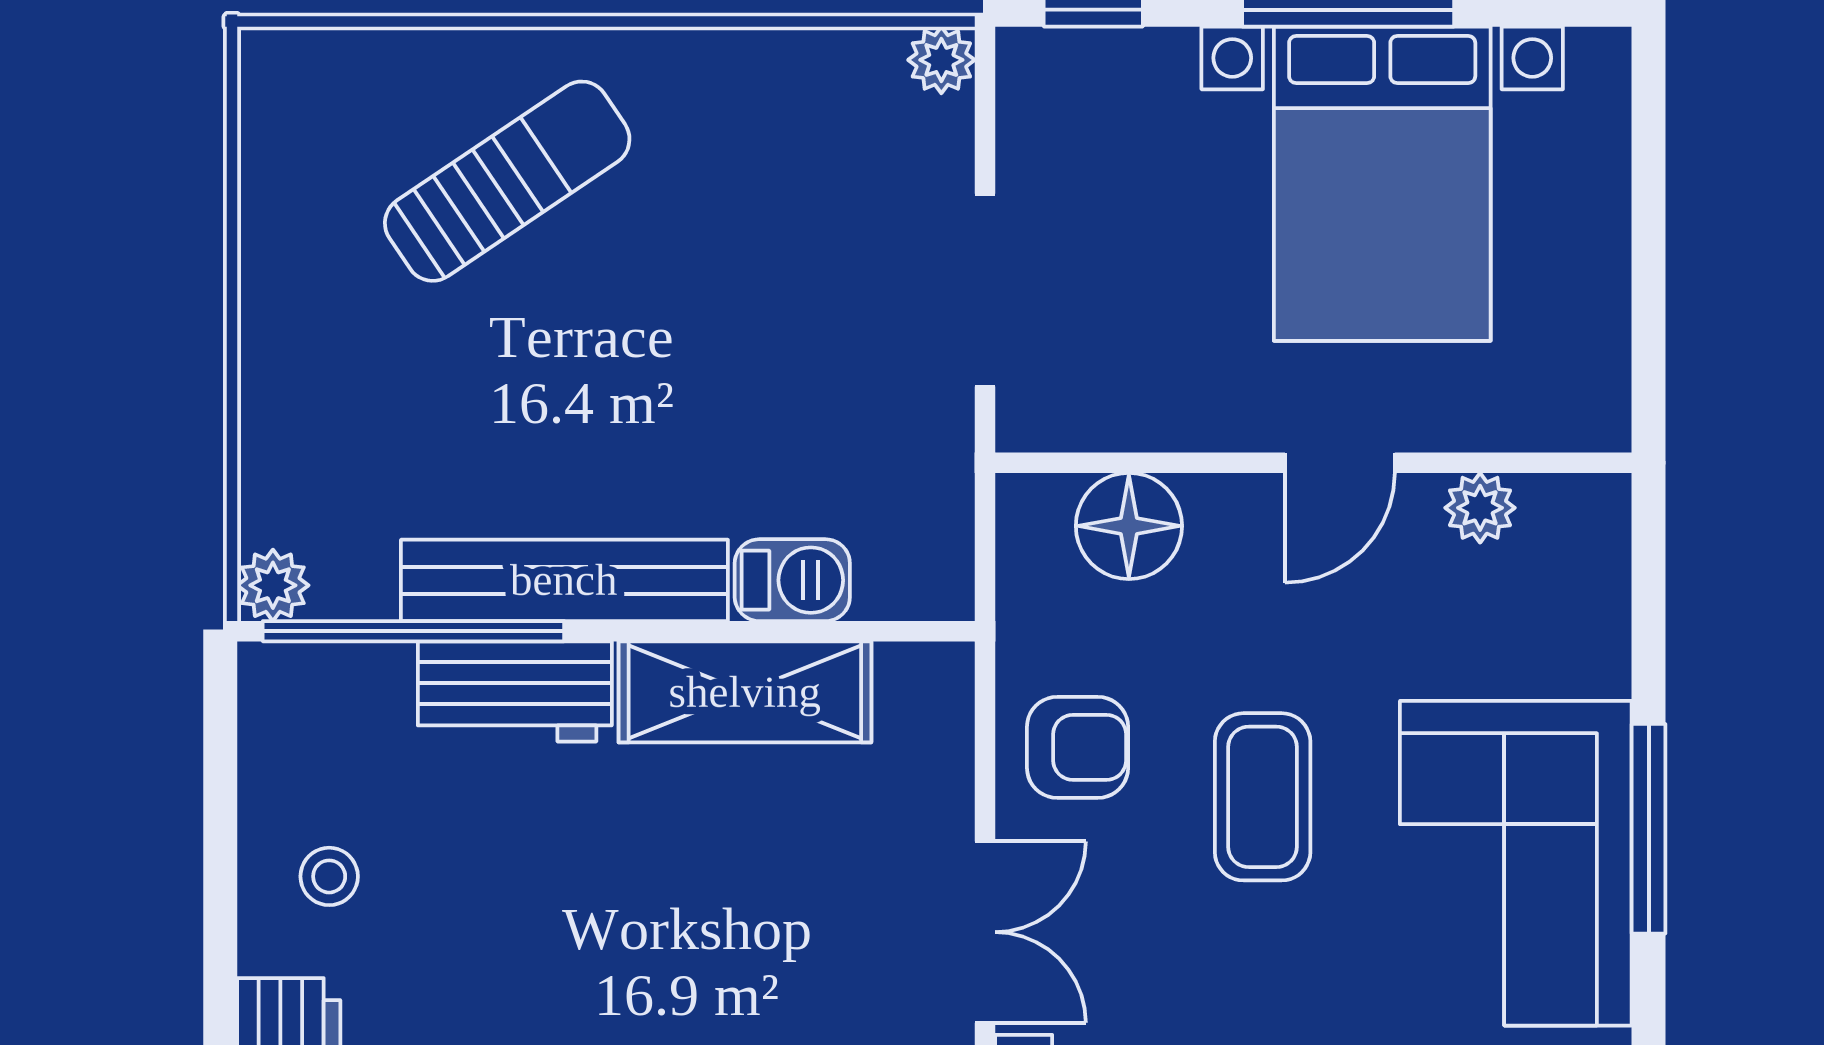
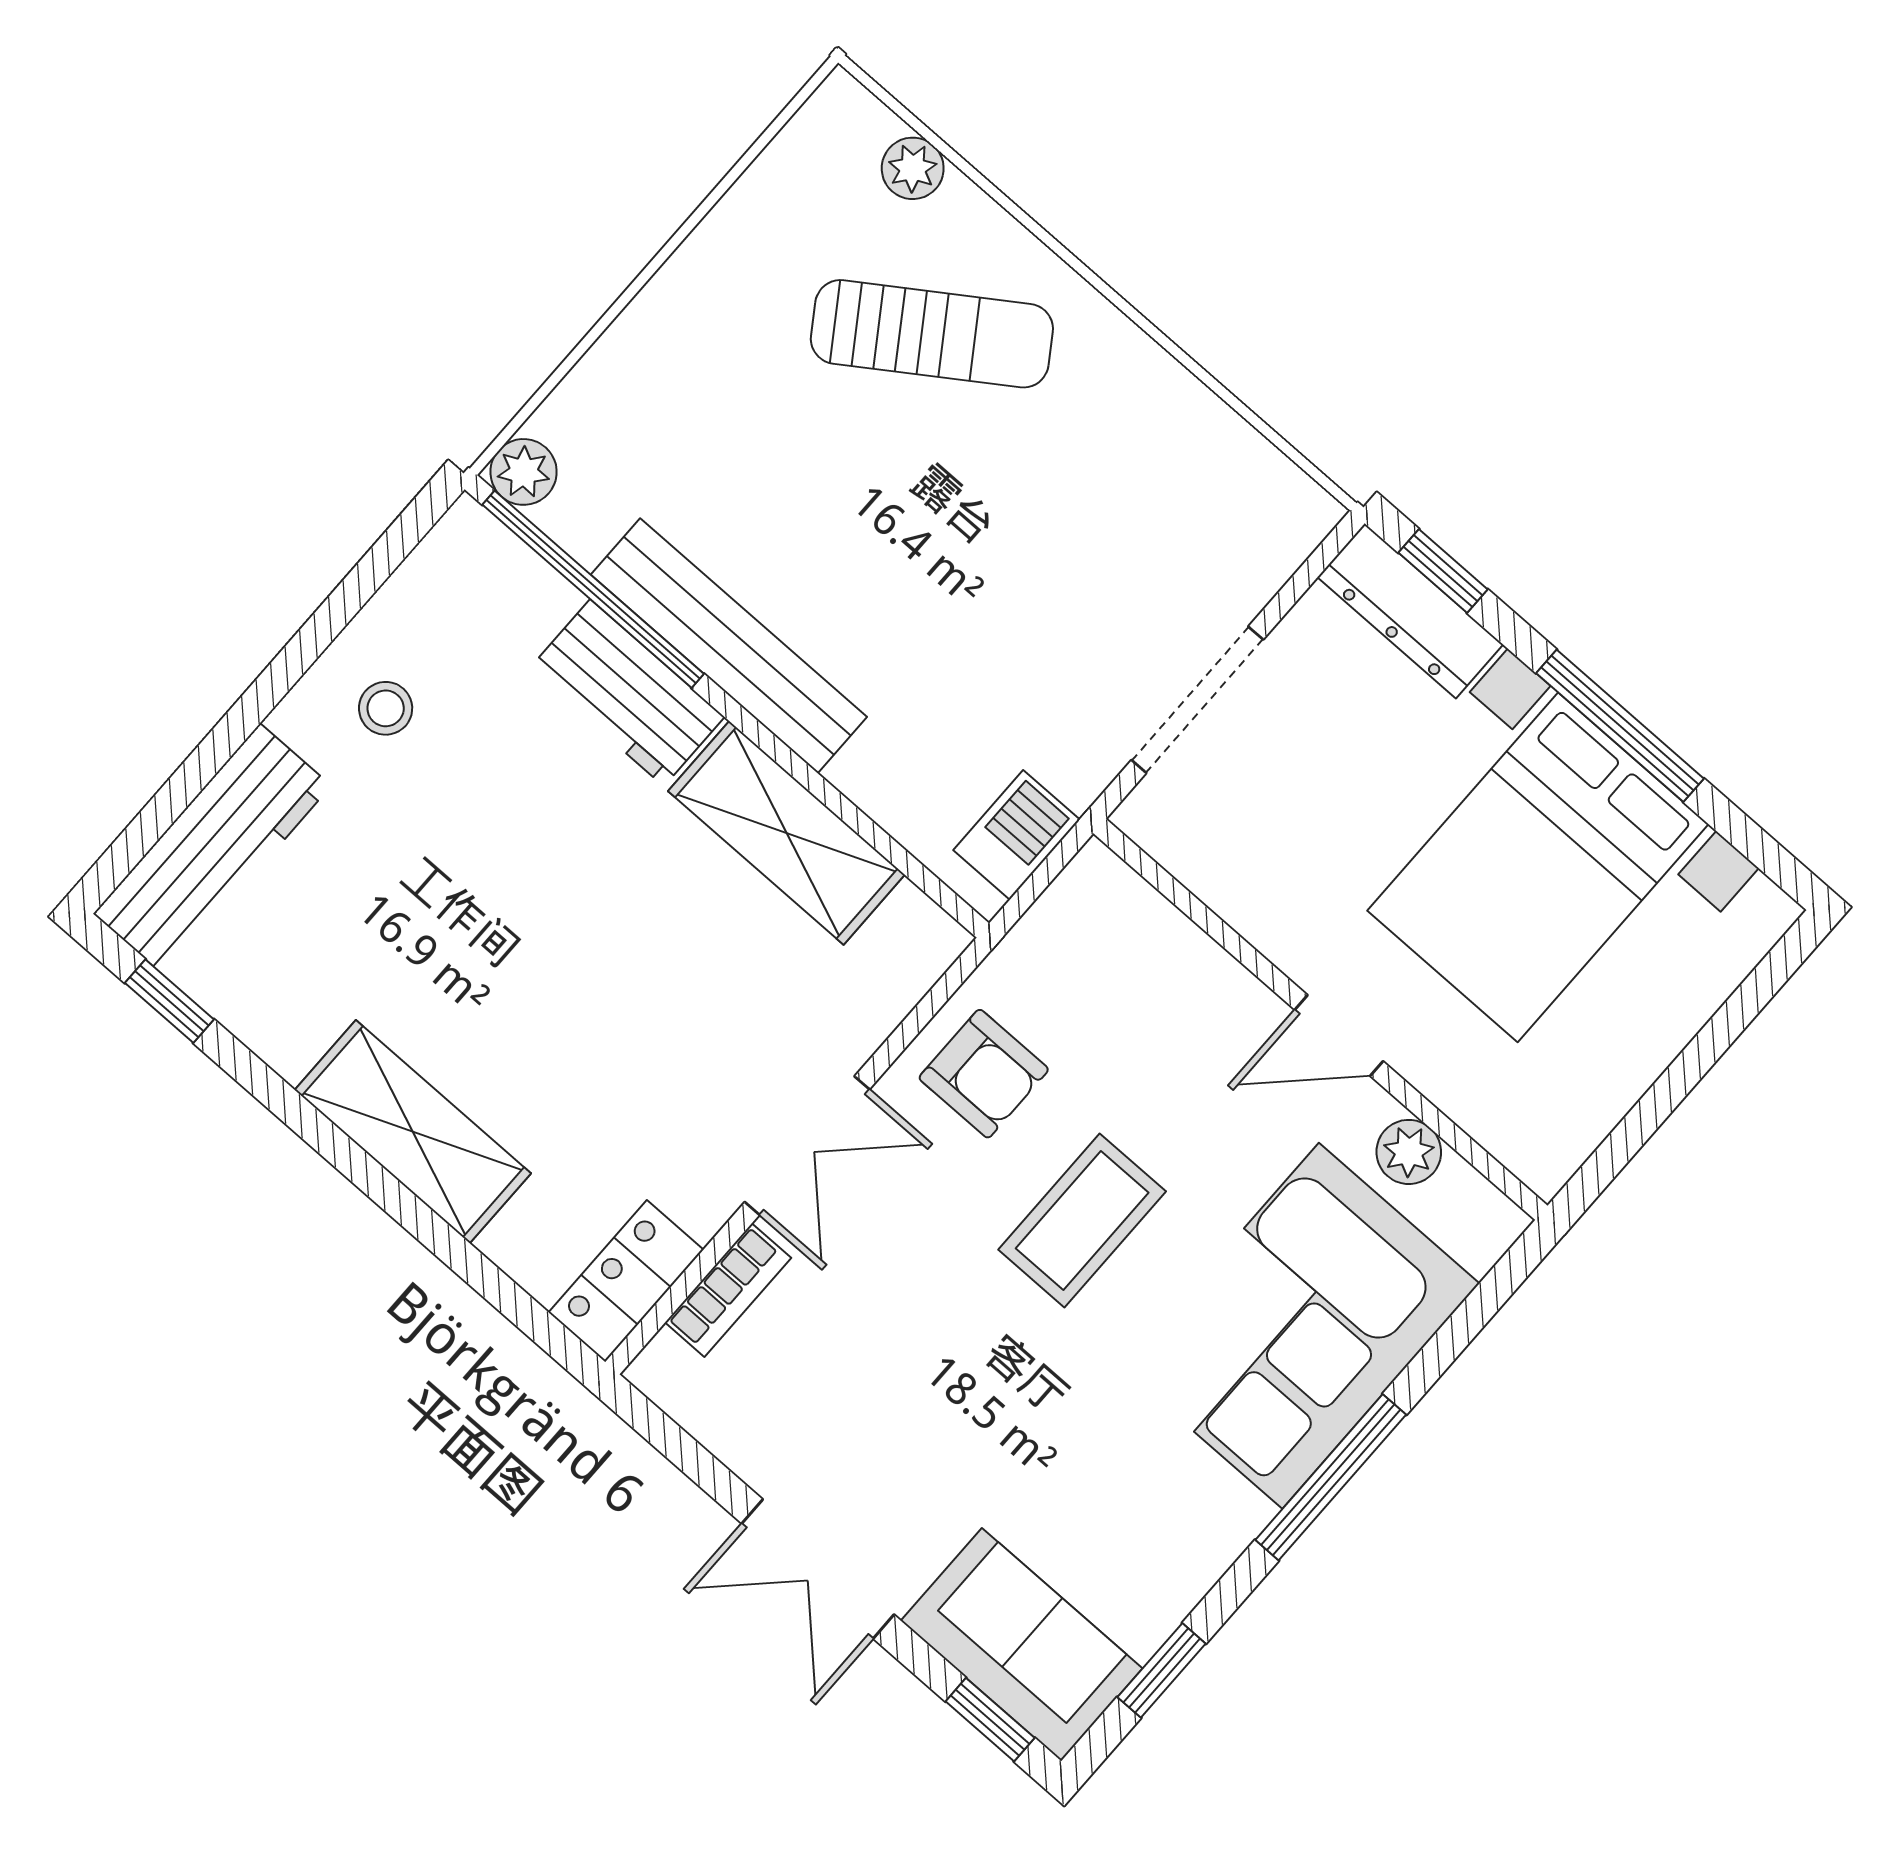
plant: (941, 60) -> (913, 168), moved
dresser: (1095, 66) -> (1410, 611), added
floor lamp: (1129, 526) -> (1154, 951), removed
barbecue: (792, 580) -> (1017, 835), moved, turned -90
corner sofa: (1516, 863) -> (1301, 1326), moved

